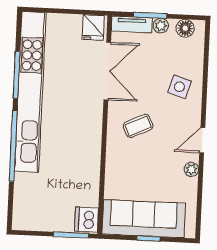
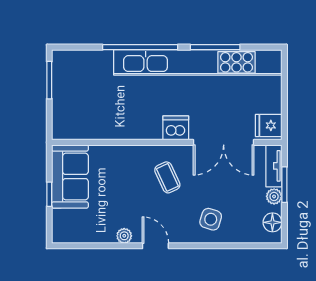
sofa: (144, 219) -> (70, 177), width x0.73
dishwasher: (87, 220) -> (176, 128), moved
window: (71, 235) -> (49, 80), moved

